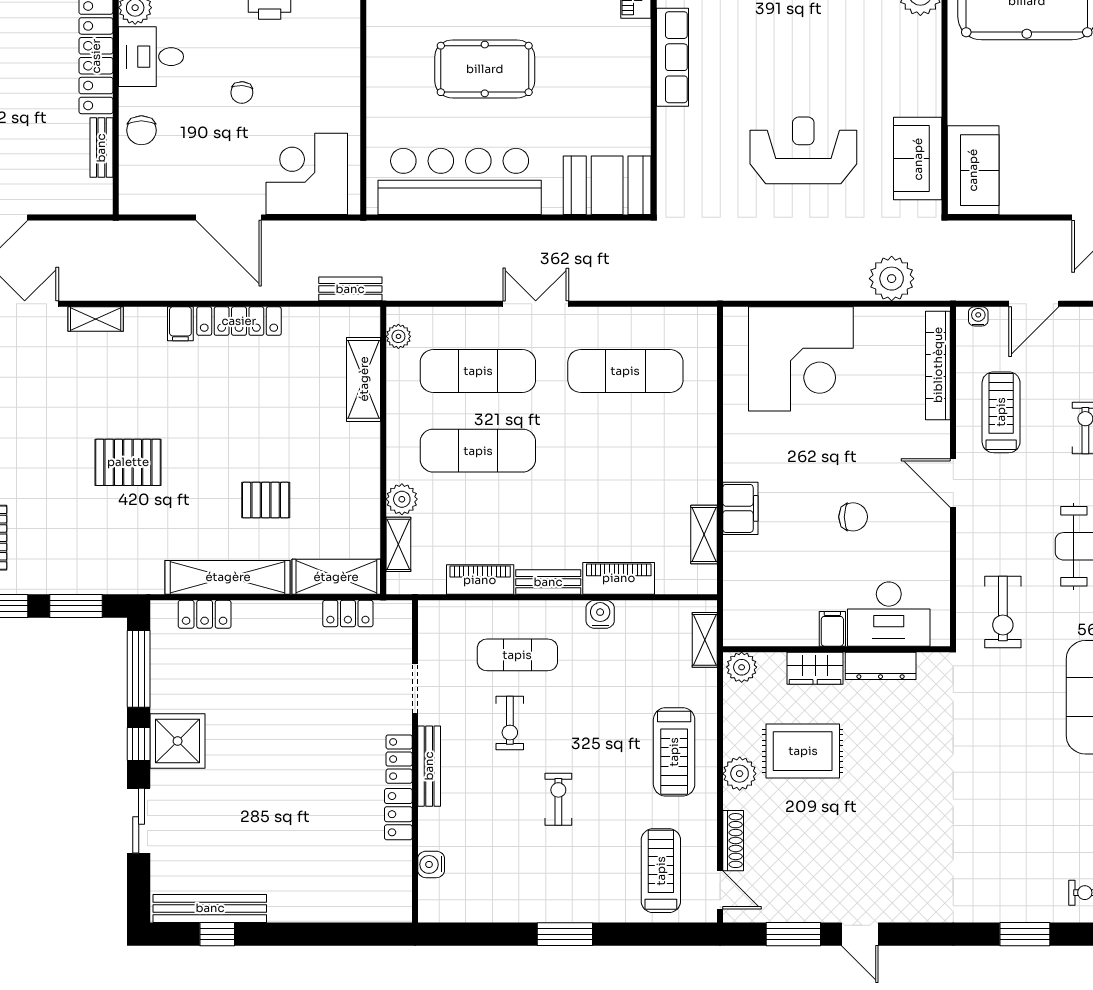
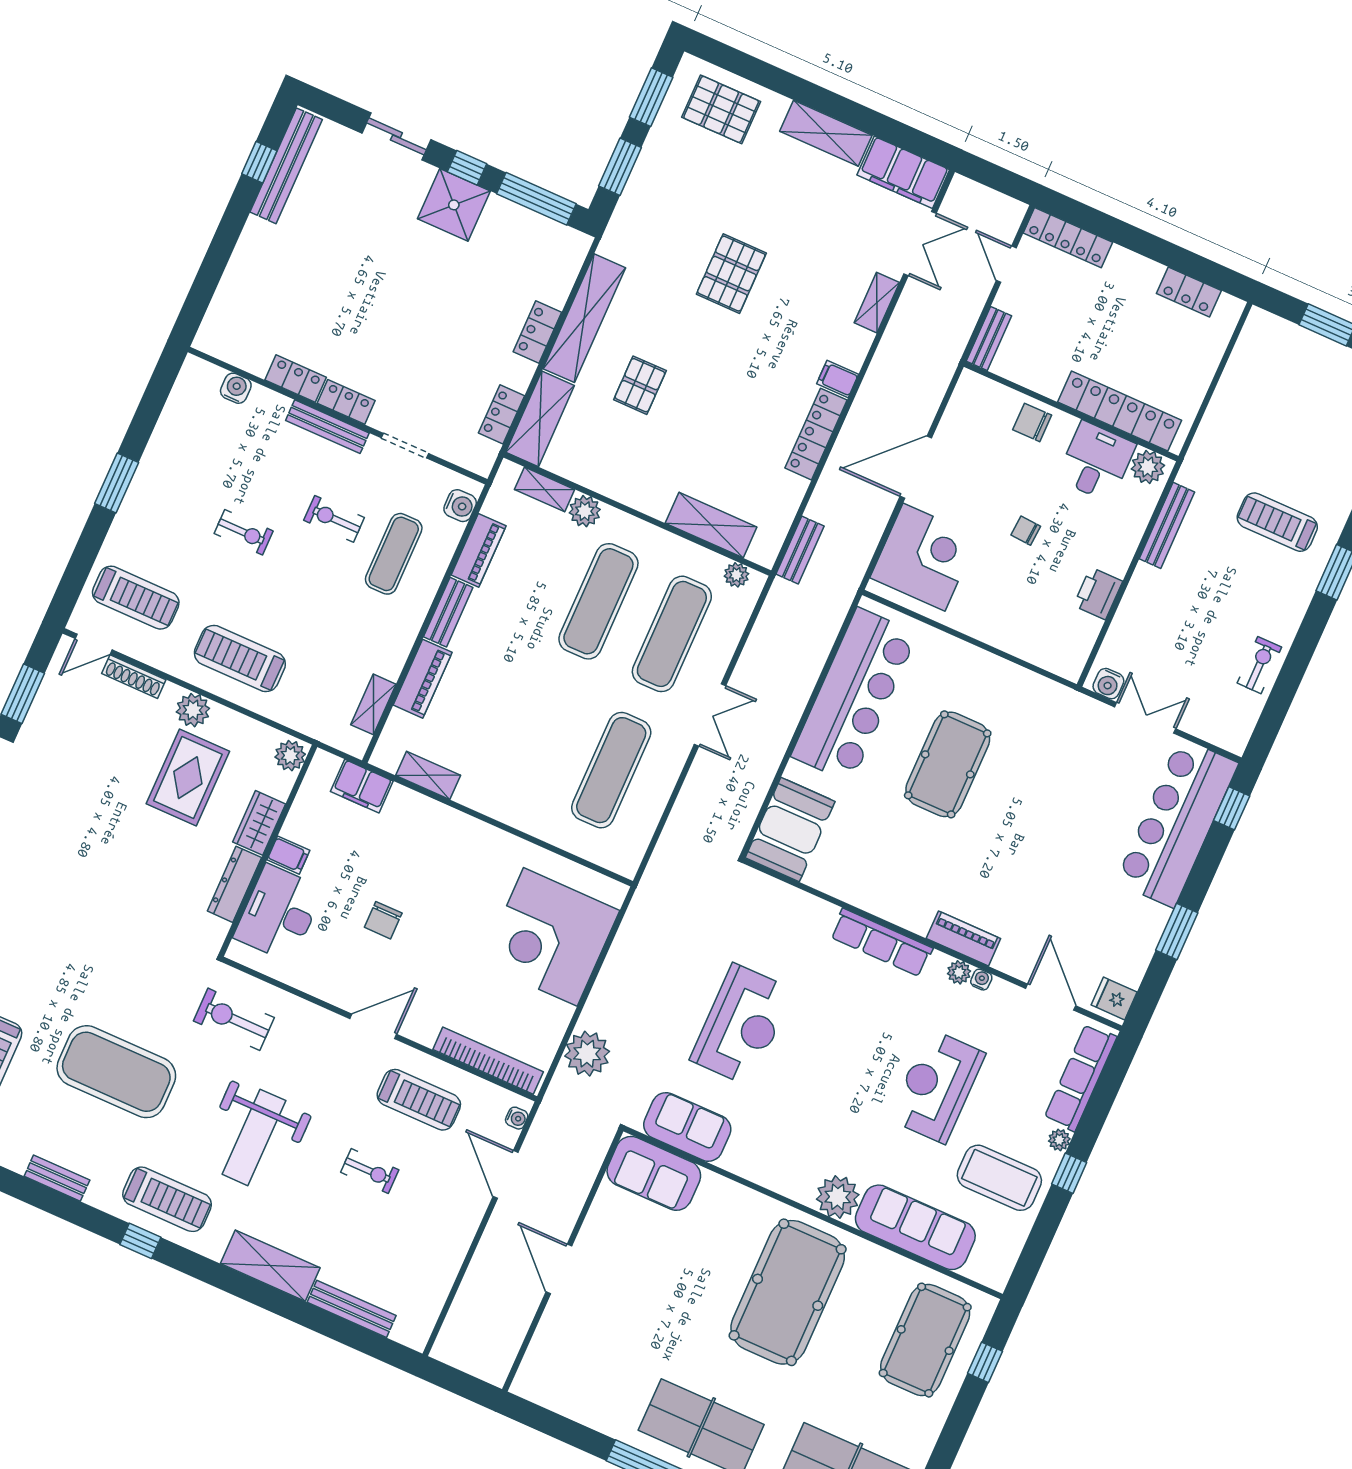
bench: (101, 148) -> (989, 339), moved, turned 90
filing cabinet: (740, 508) -> (362, 786), moved
locker: (205, 614) -> (537, 332), moved
water cooler: (600, 614) -> (460, 506), moved
shelving: (705, 640) -> (373, 704), moved, turned 90

